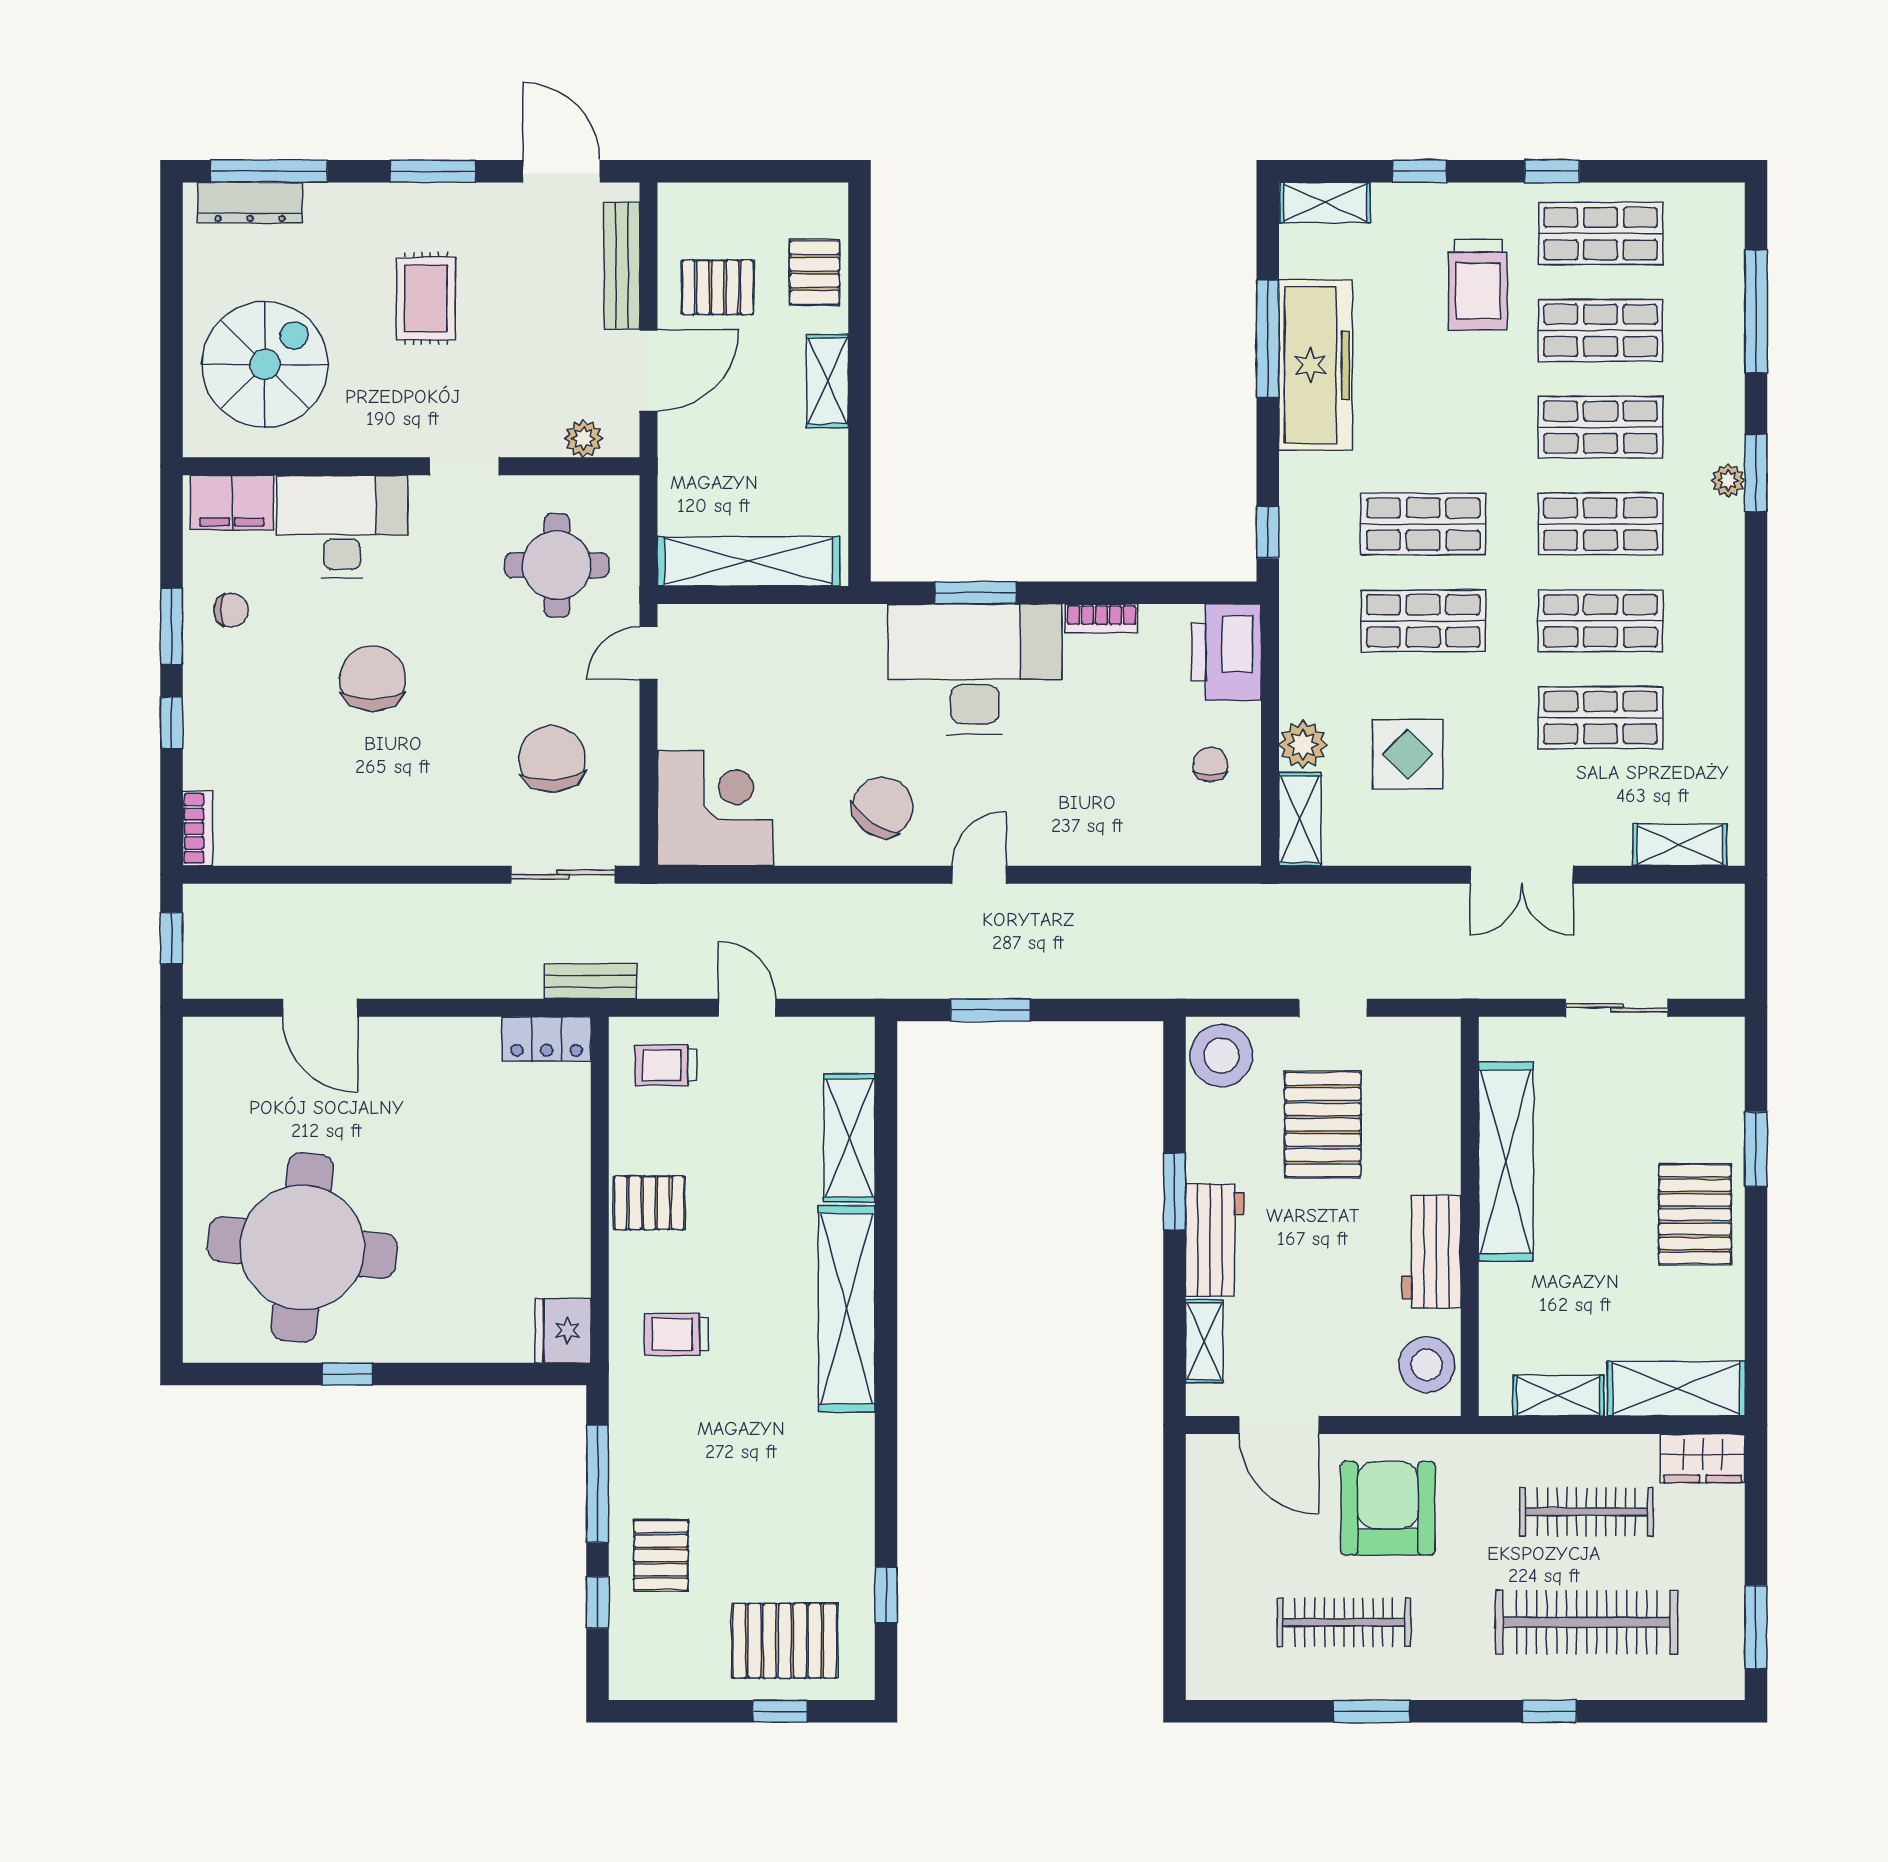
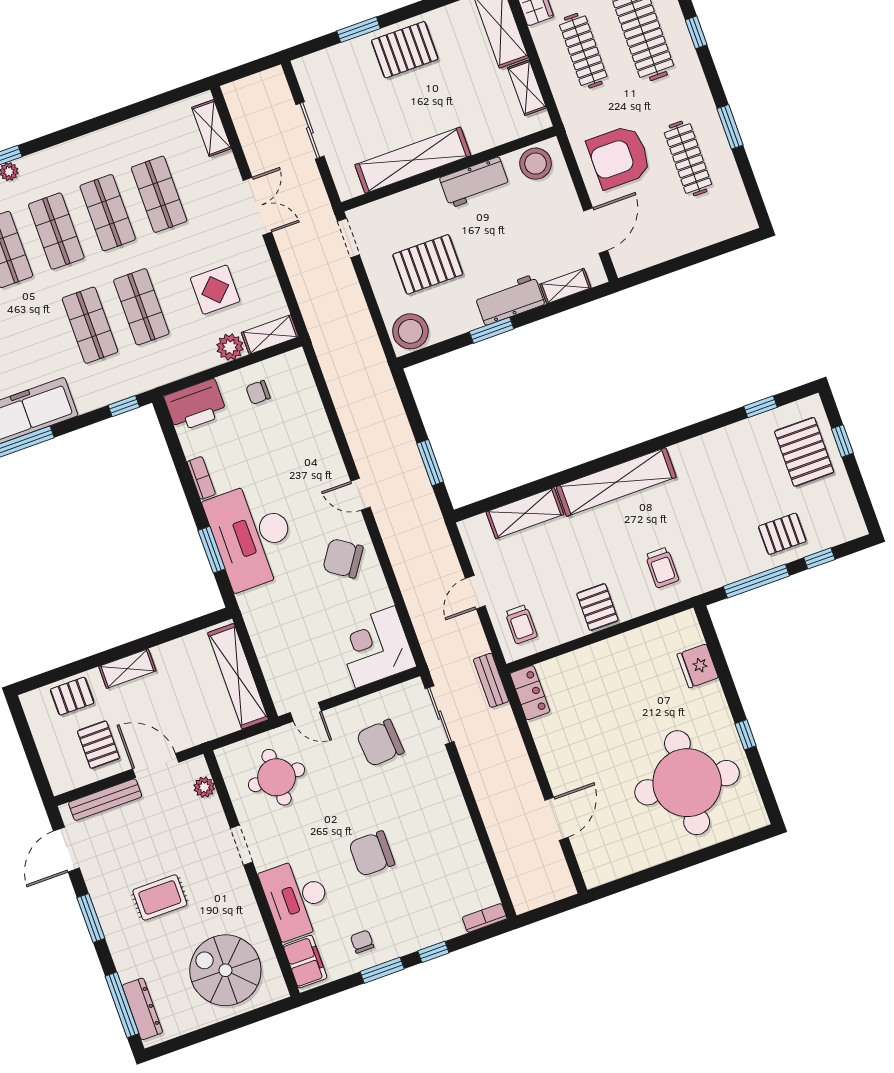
window: (171, 938) -> (548, 911), removed
doorway: (1333, 1008) -> (348, 238), moved
fridge: (563, 1331) -> (698, 666), moved, turned 90

